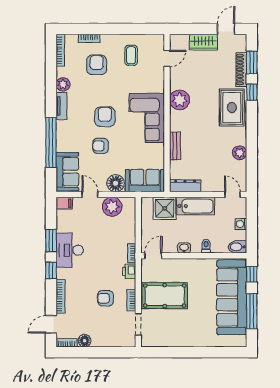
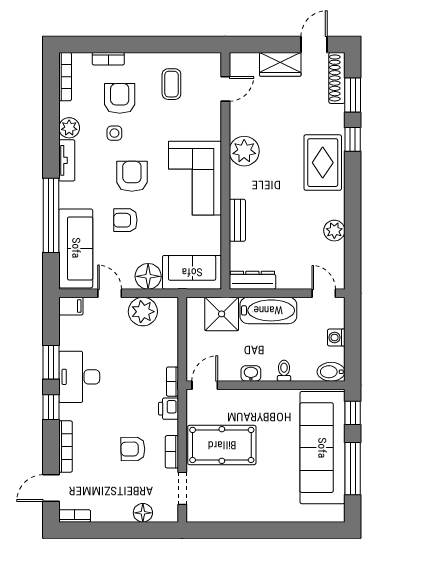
shoe rack: (241, 69) -> (337, 78), moved
side table: (93, 88) -> (114, 133), added
sofa: (67, 172) -> (76, 248), width x1.36
floor lamp: (85, 341) -> (143, 513), moved

